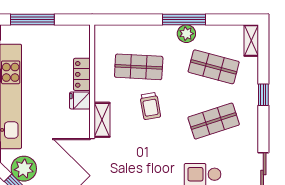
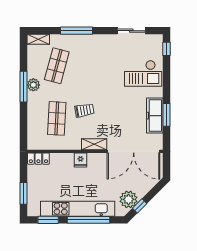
window: (32, 20) -> (23, 193), width x0.69
locker: (82, 74) -> (38, 159), moved
window: (263, 95) -> (76, 31), width x2.17
shop shelf: (214, 121) -> (95, 66), removed

